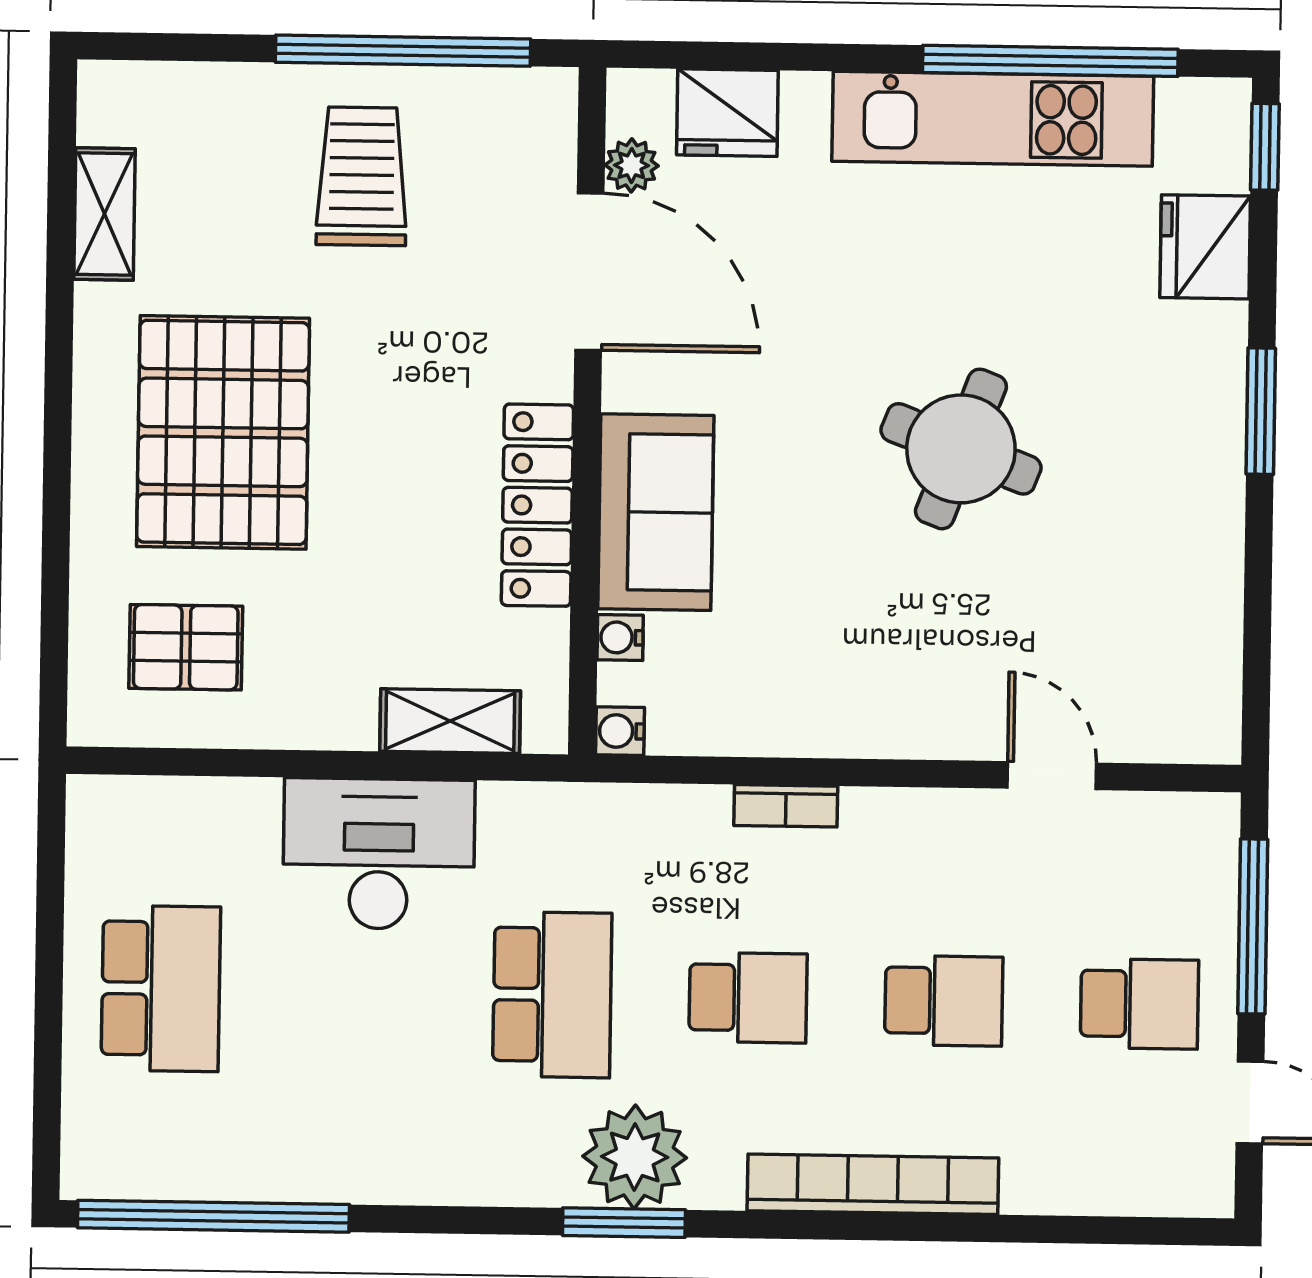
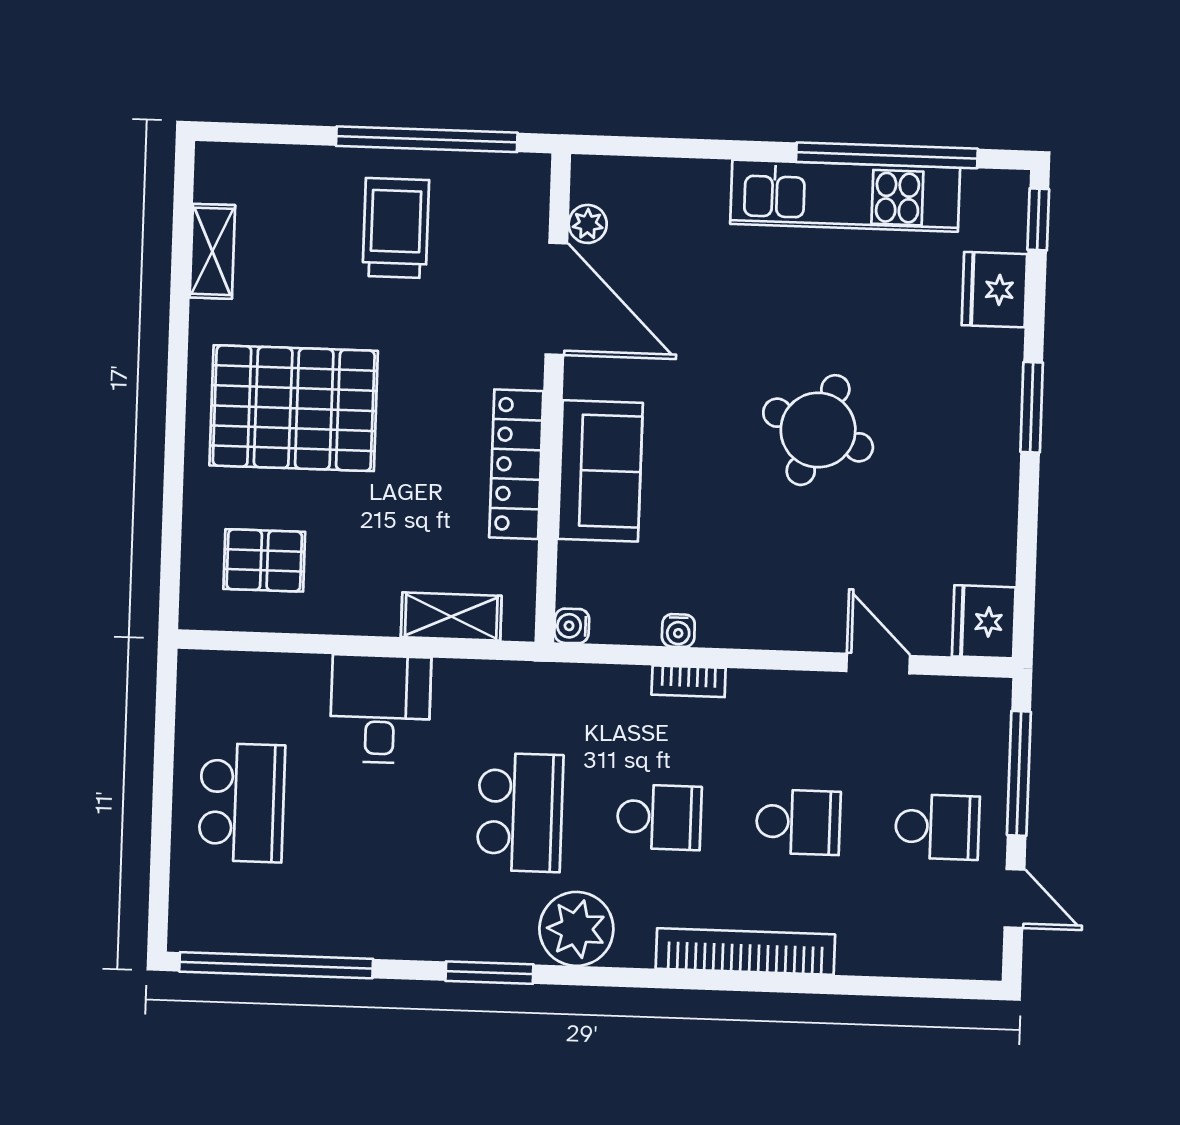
fridge: (727, 113) -> (984, 622), moved, turned 90
pallet: (223, 432) -> (294, 408), turned 90
water cooler: (620, 637) -> (678, 631), moved, turned -90
desk: (379, 854) -> (380, 709), width x0.73
window: (624, 1223) -> (489, 973), moved

